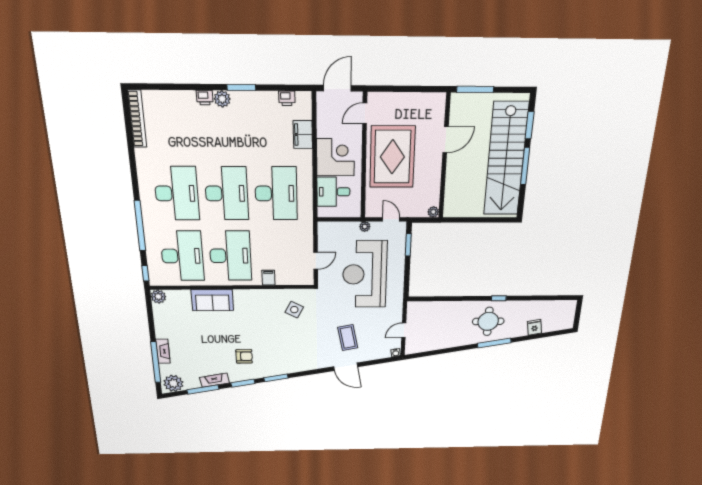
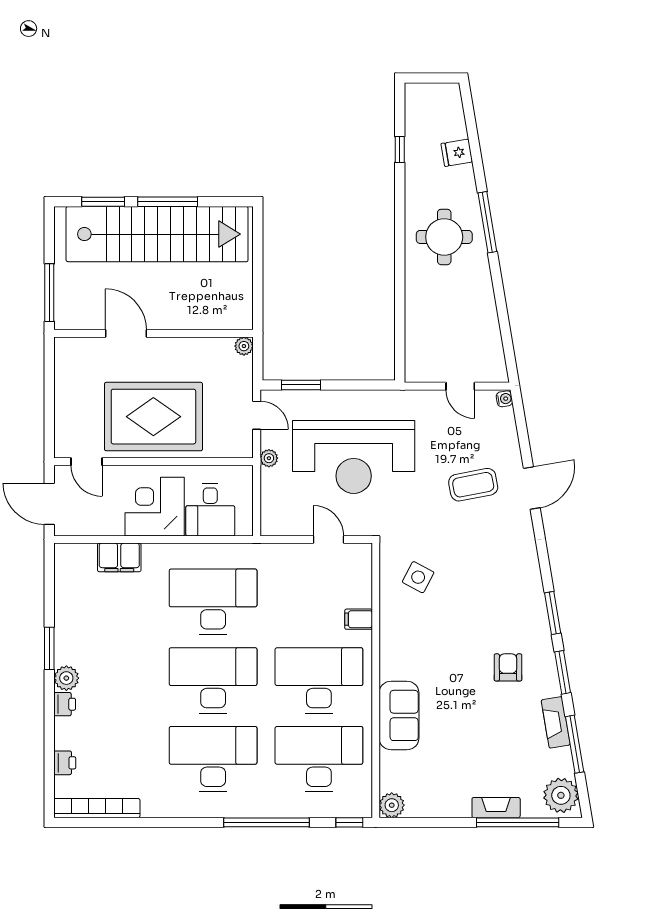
printer: (287, 98) -> (65, 763), moved
door: (391, 219) -> (257, 415), swing flipped
window: (499, 298) -> (400, 149), moved

